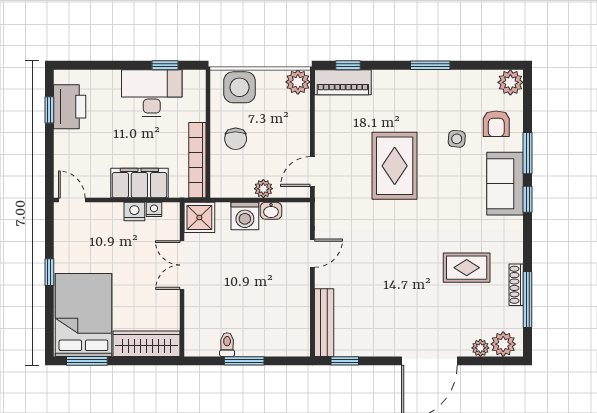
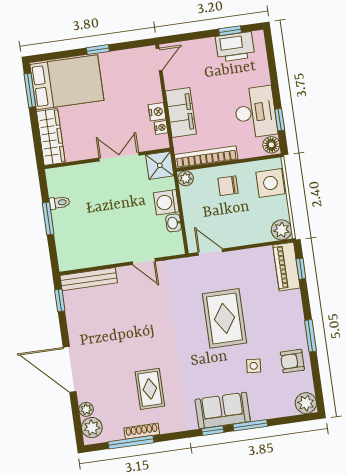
floor lamp: (194, 80) -> (271, 145), added
armchair: (496, 124) -> (292, 361), moved
rug: (395, 166) -> (224, 318), turned 90
plant: (263, 189) -> (186, 178), moved

